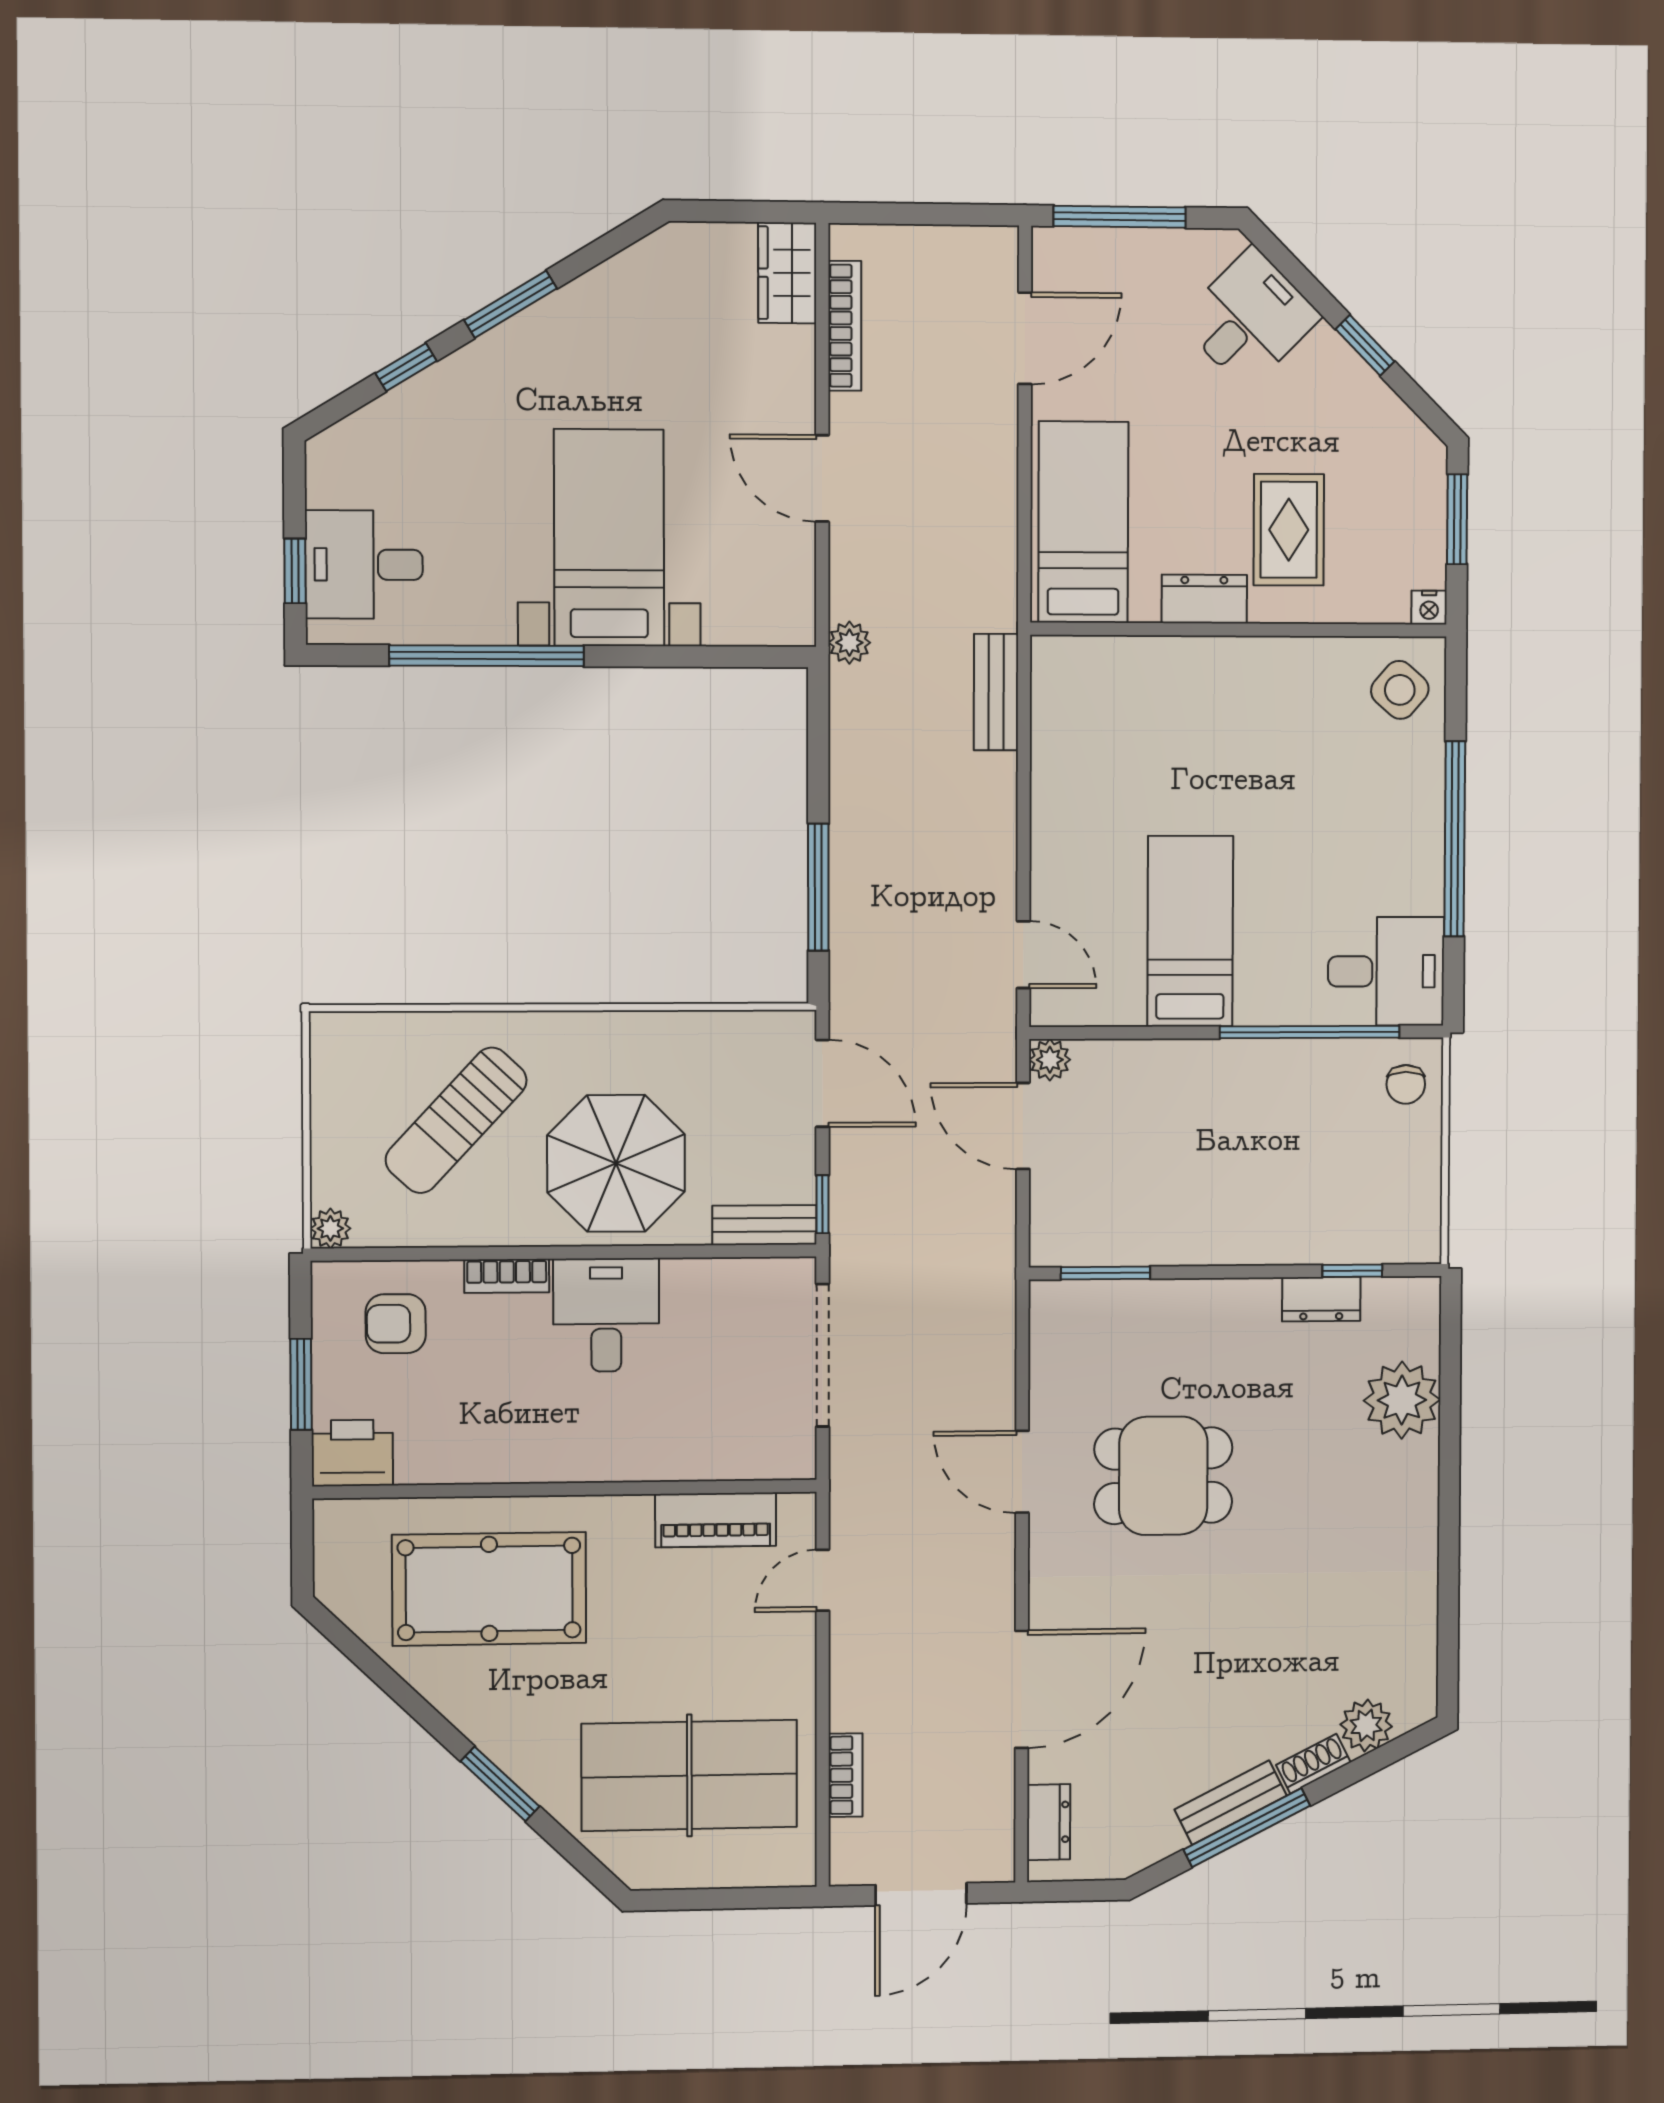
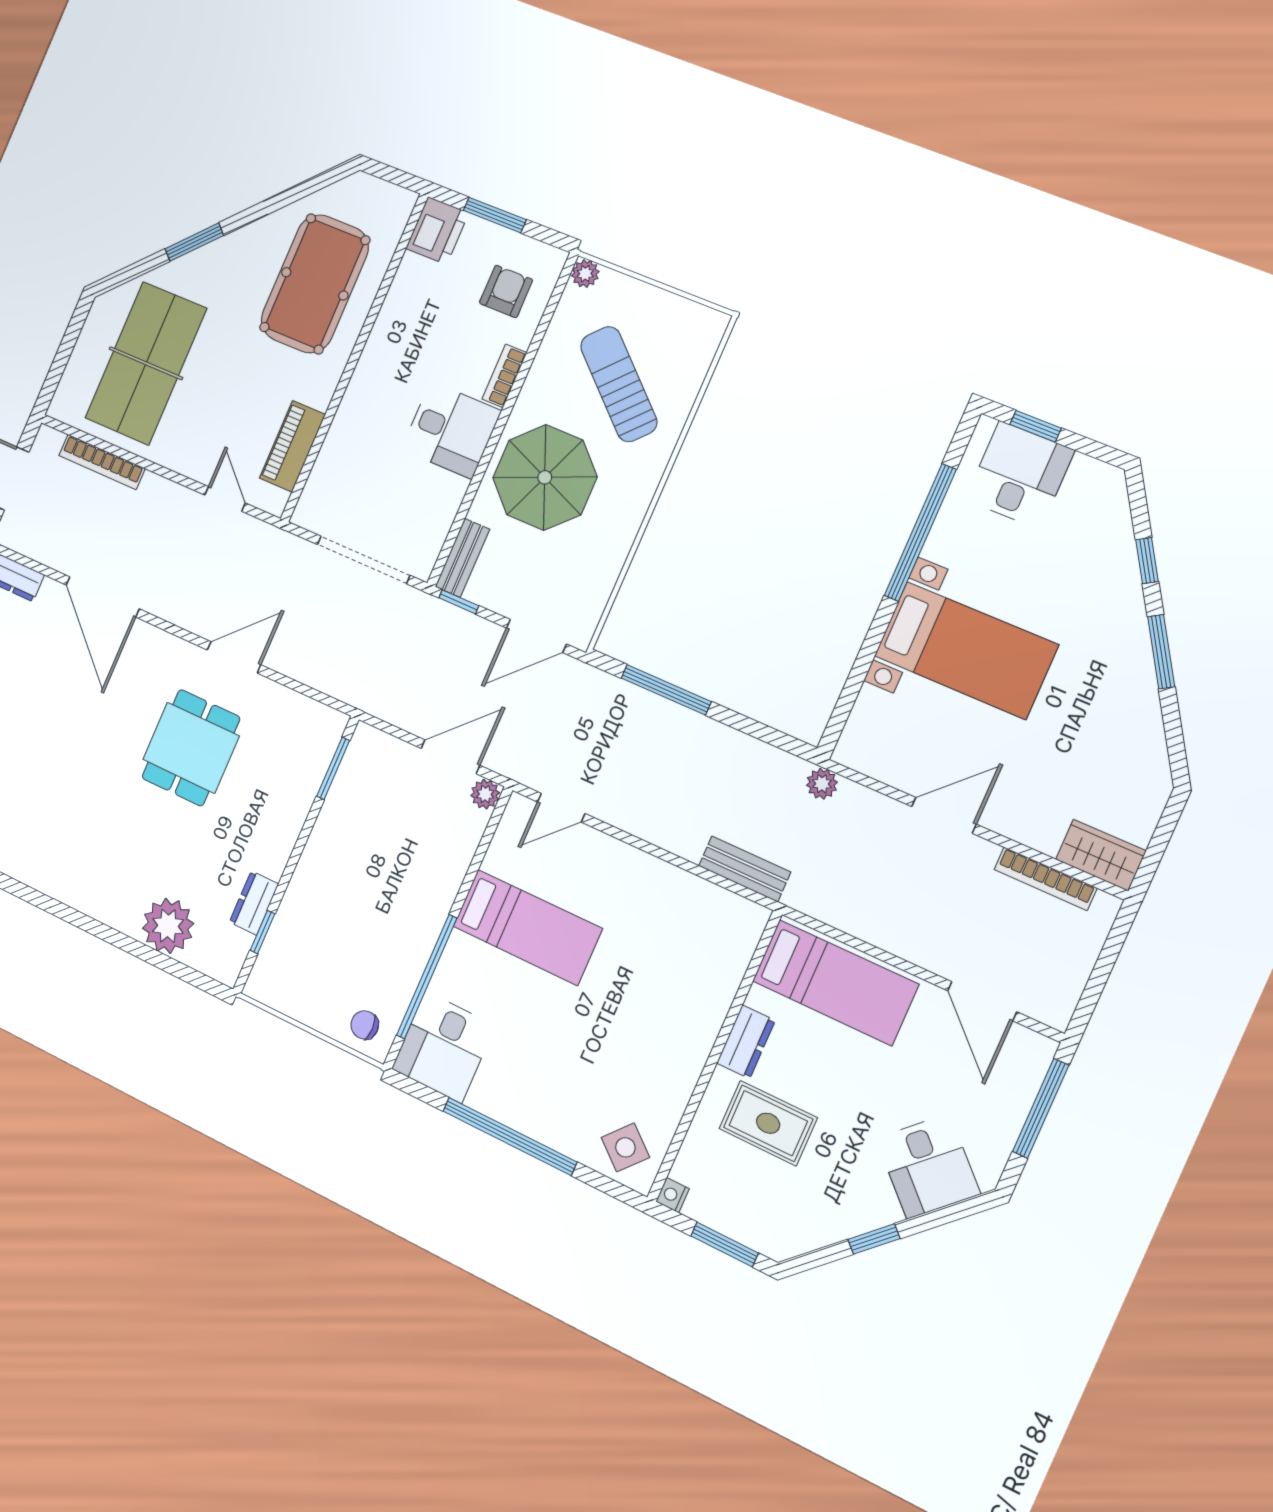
bookcase: (846, 1775) -> (102, 462), width x1.56

